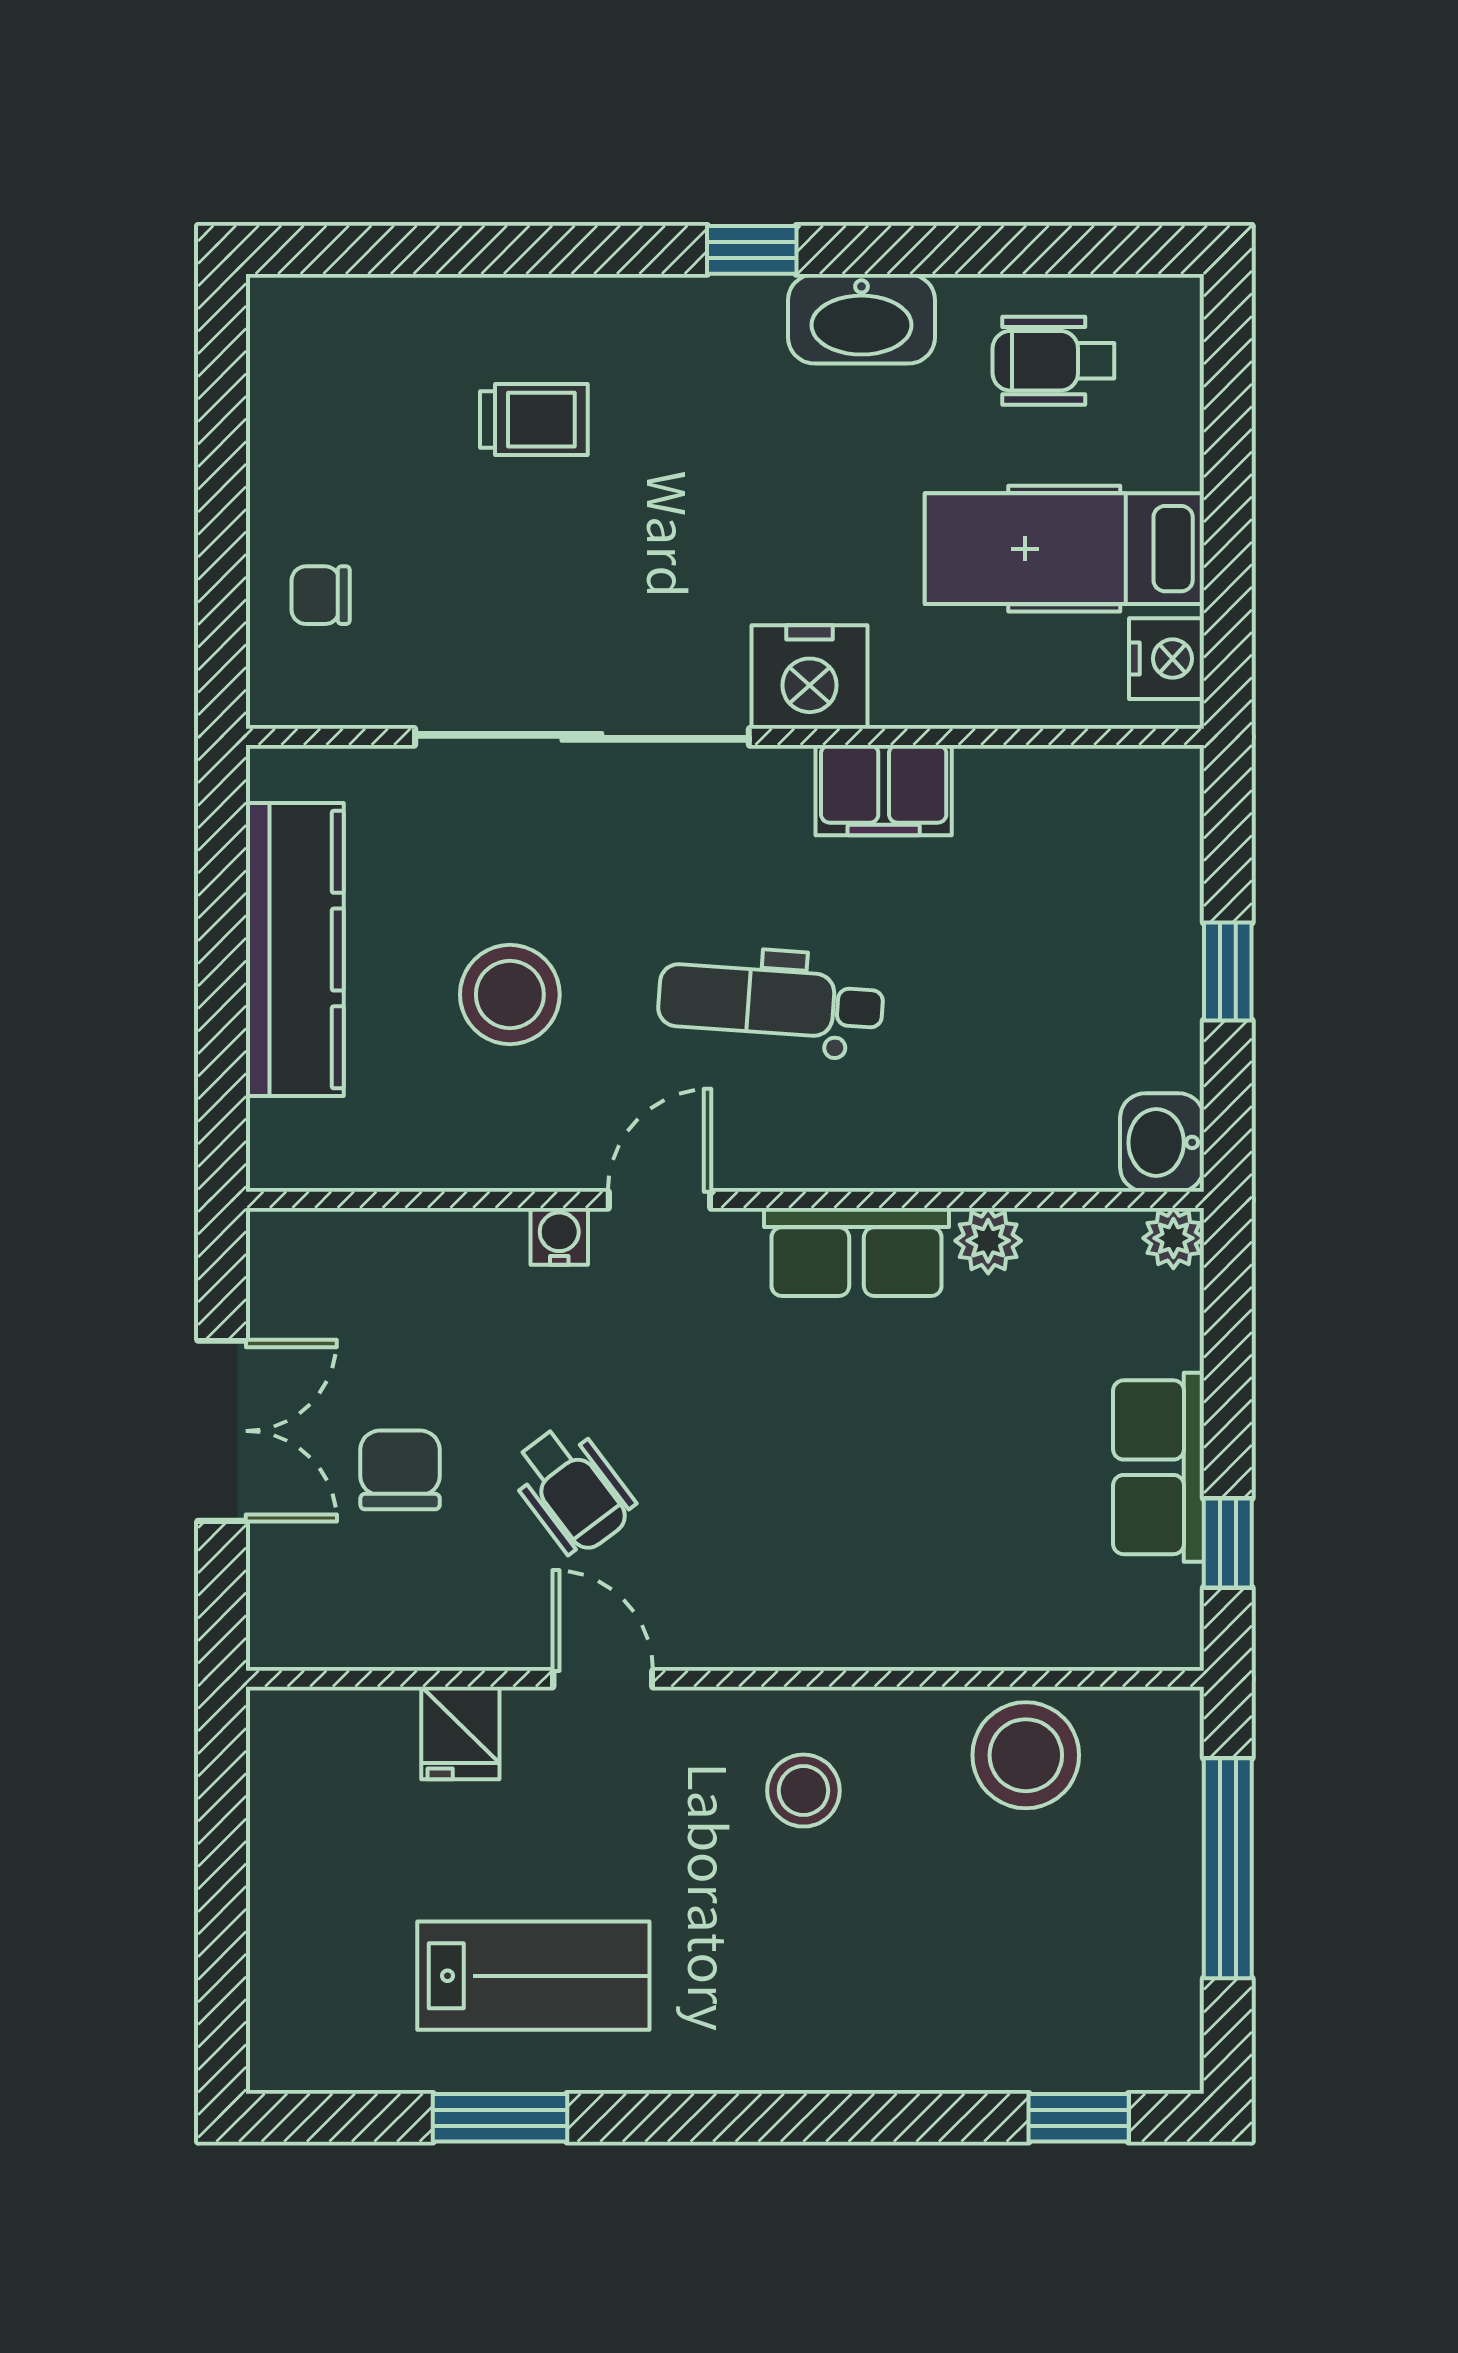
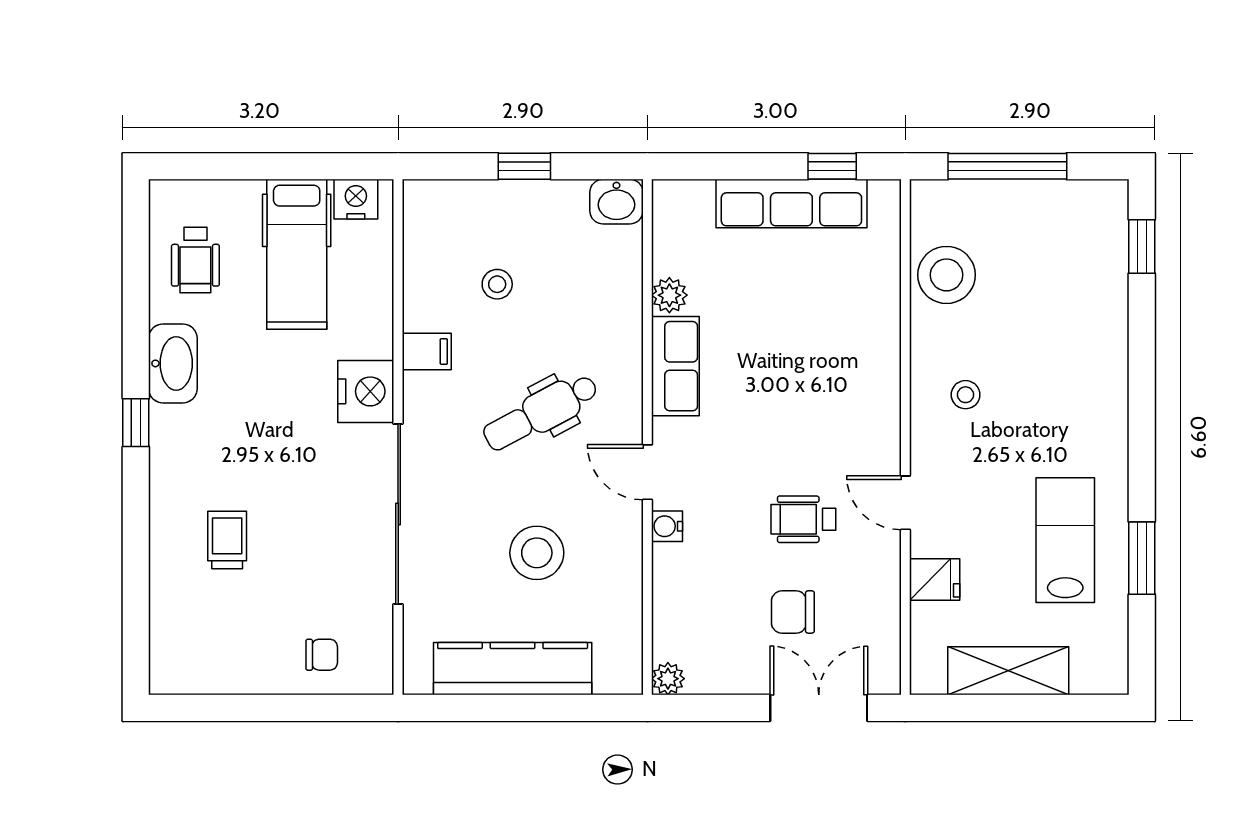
chair: (321, 595) -> (322, 655), turned -90
filing cabinet: (884, 790) -> (427, 352), width x0.50
stool: (1009, 921) -> (497, 284), added
dental chair: (771, 1002) -> (541, 412), turned 58
plant: (1173, 1238) -> (668, 679), moved
double door: (222, 1431) -> (819, 708), moved
row of seats: (1158, 1467) -> (791, 203), width x1.48
wheelchair: (572, 1489) -> (803, 519), turned -143
door: (603, 1679) -> (905, 503), hinge flipped
stool: (803, 1791) -> (966, 395), width x0.73, depth x0.73
shelving: (291, 1870) -> (1008, 671), added

